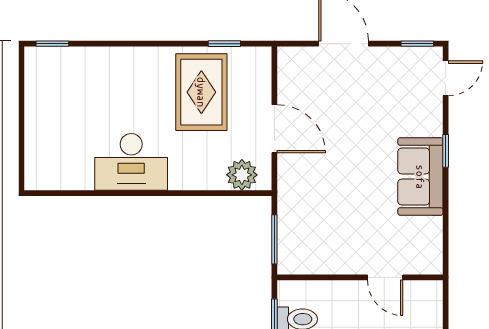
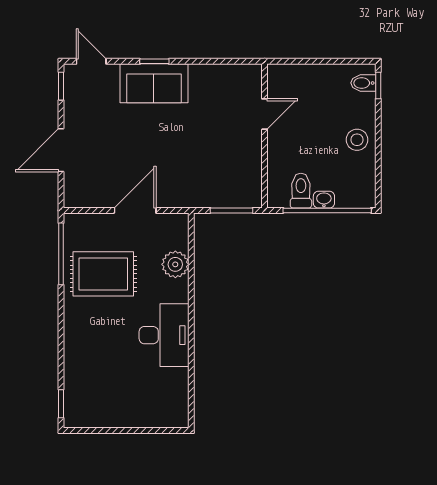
window: (224, 44) -> (61, 254), width x2.17
plant: (242, 175) -> (175, 264), moved
sofa: (420, 177) -> (154, 83), moved

